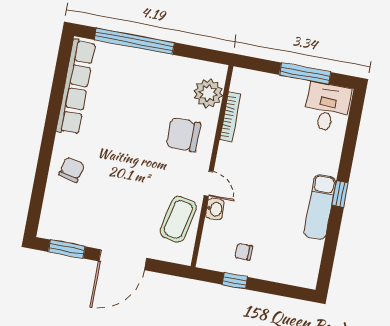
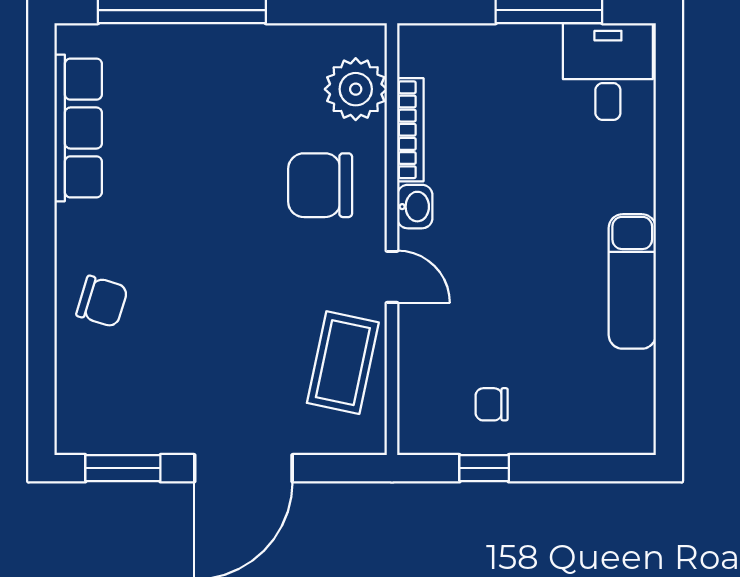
row of seats: (76, 87) -> (78, 128), width x0.73
chair: (72, 170) -> (102, 301), turned 93
window: (340, 194) -> (669, 246), removed
washbasin: (215, 209) -> (415, 207), moved

